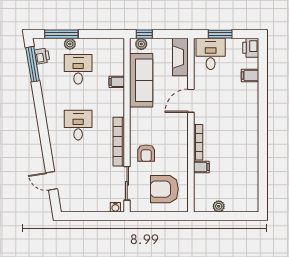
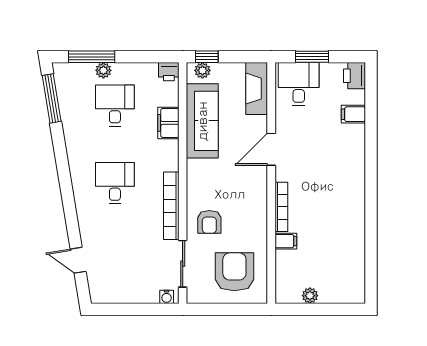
printer: (42, 56) -> (169, 72), moved, turned 99
filing cabinet: (117, 82) -> (168, 123), width x2.00
armchair: (164, 189) -> (234, 272), turned 90

